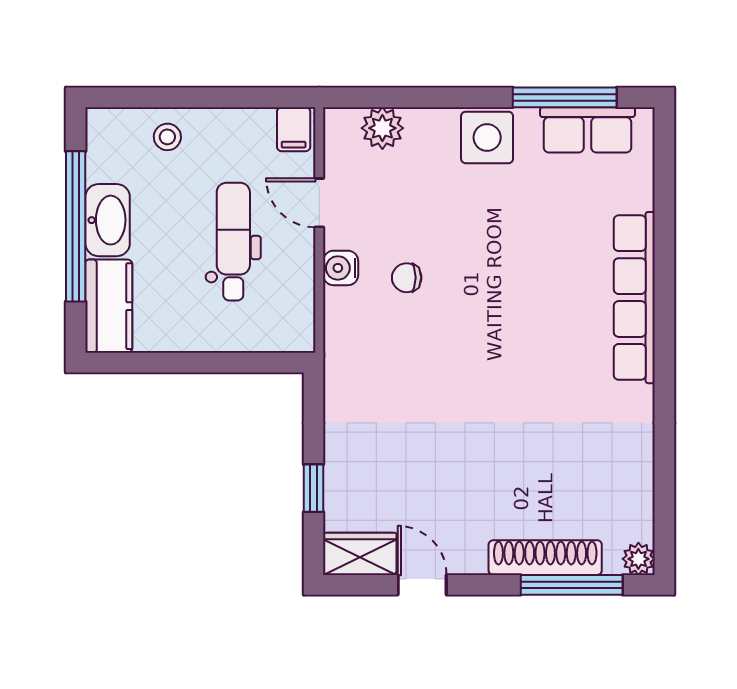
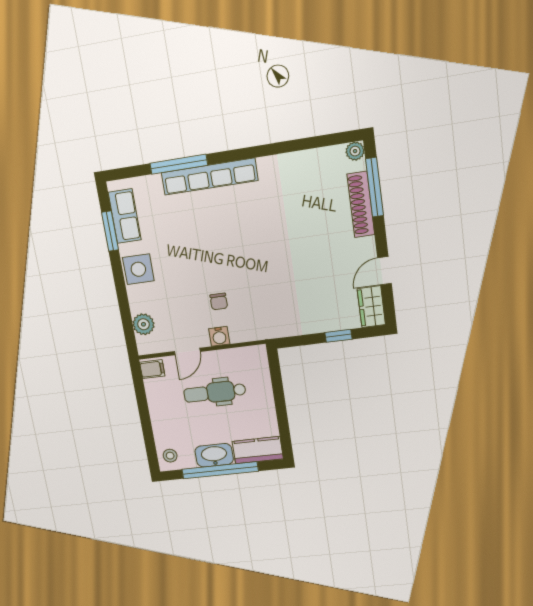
window: (565, 97) -> (110, 231), width x0.69
stool: (167, 137) -> (170, 456), moved
window: (664, 246) -> (179, 164), added

